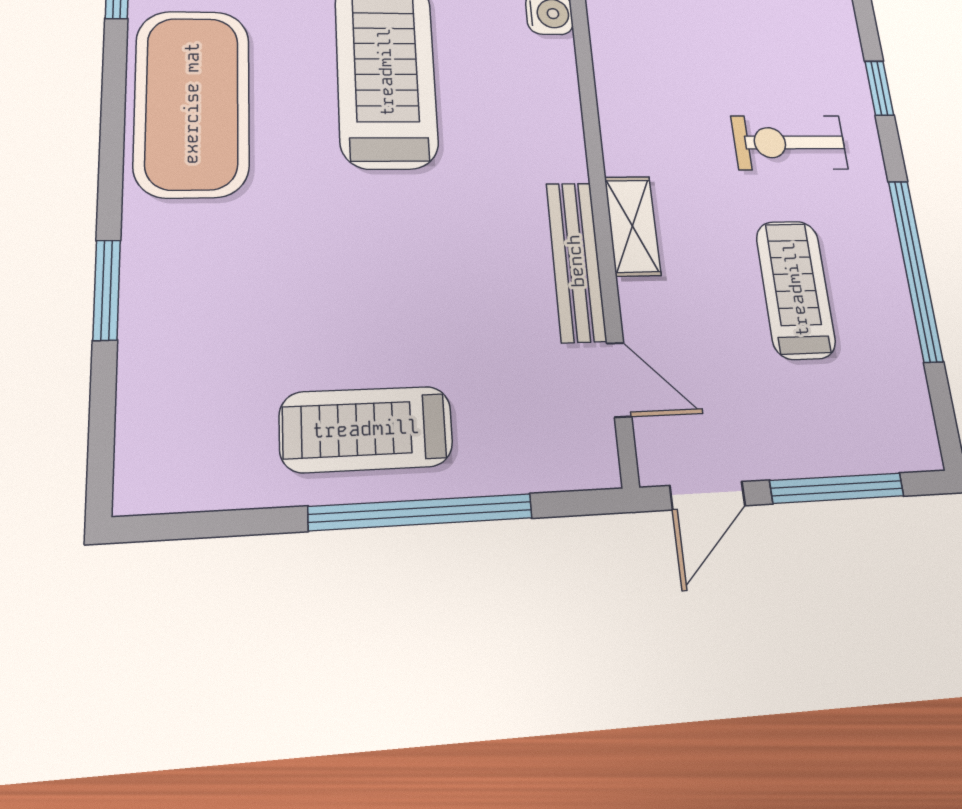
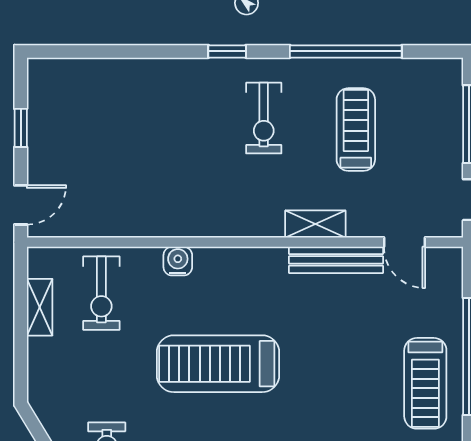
treadmill: (796, 289) -> (356, 130), turned 90
door: (619, 380) -> (404, 242), swing flipped

